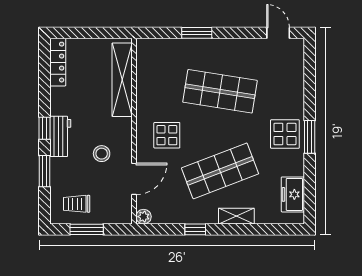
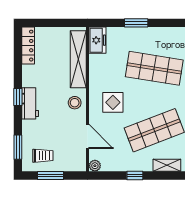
freezer: (147, 55) -> (97, 40), added
stool: (102, 154) -> (75, 103), moved
window: (44, 171) -> (18, 147), moved
door: (134, 179) -> (87, 136), hinge flipped
trolley: (77, 204) -> (43, 156), turned 180

